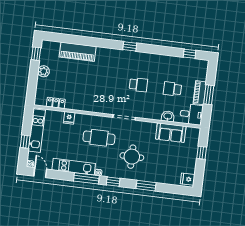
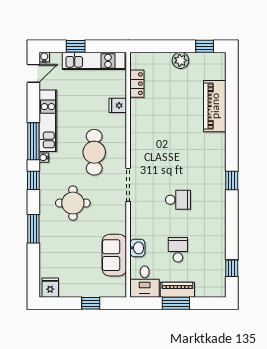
school desk: (138, 85) -> (178, 200), turned -90

